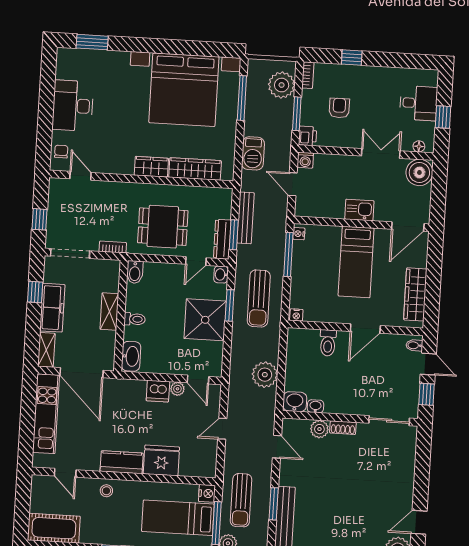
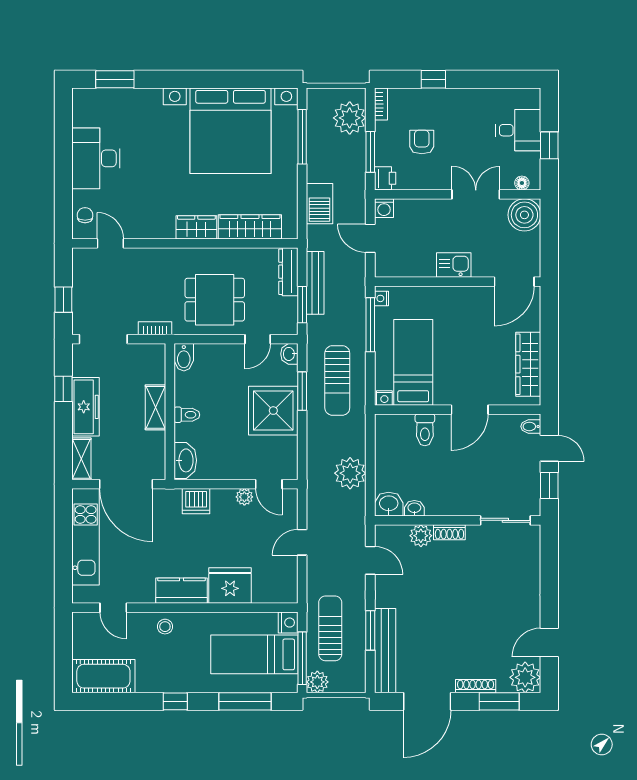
dresser: (222, 239) -> (288, 272), moved
bed: (356, 262) -> (413, 362), moved, turned 180
dishwasher: (158, 391) -> (196, 501), moved
sun lounger: (241, 500) -> (330, 628), turned 180

